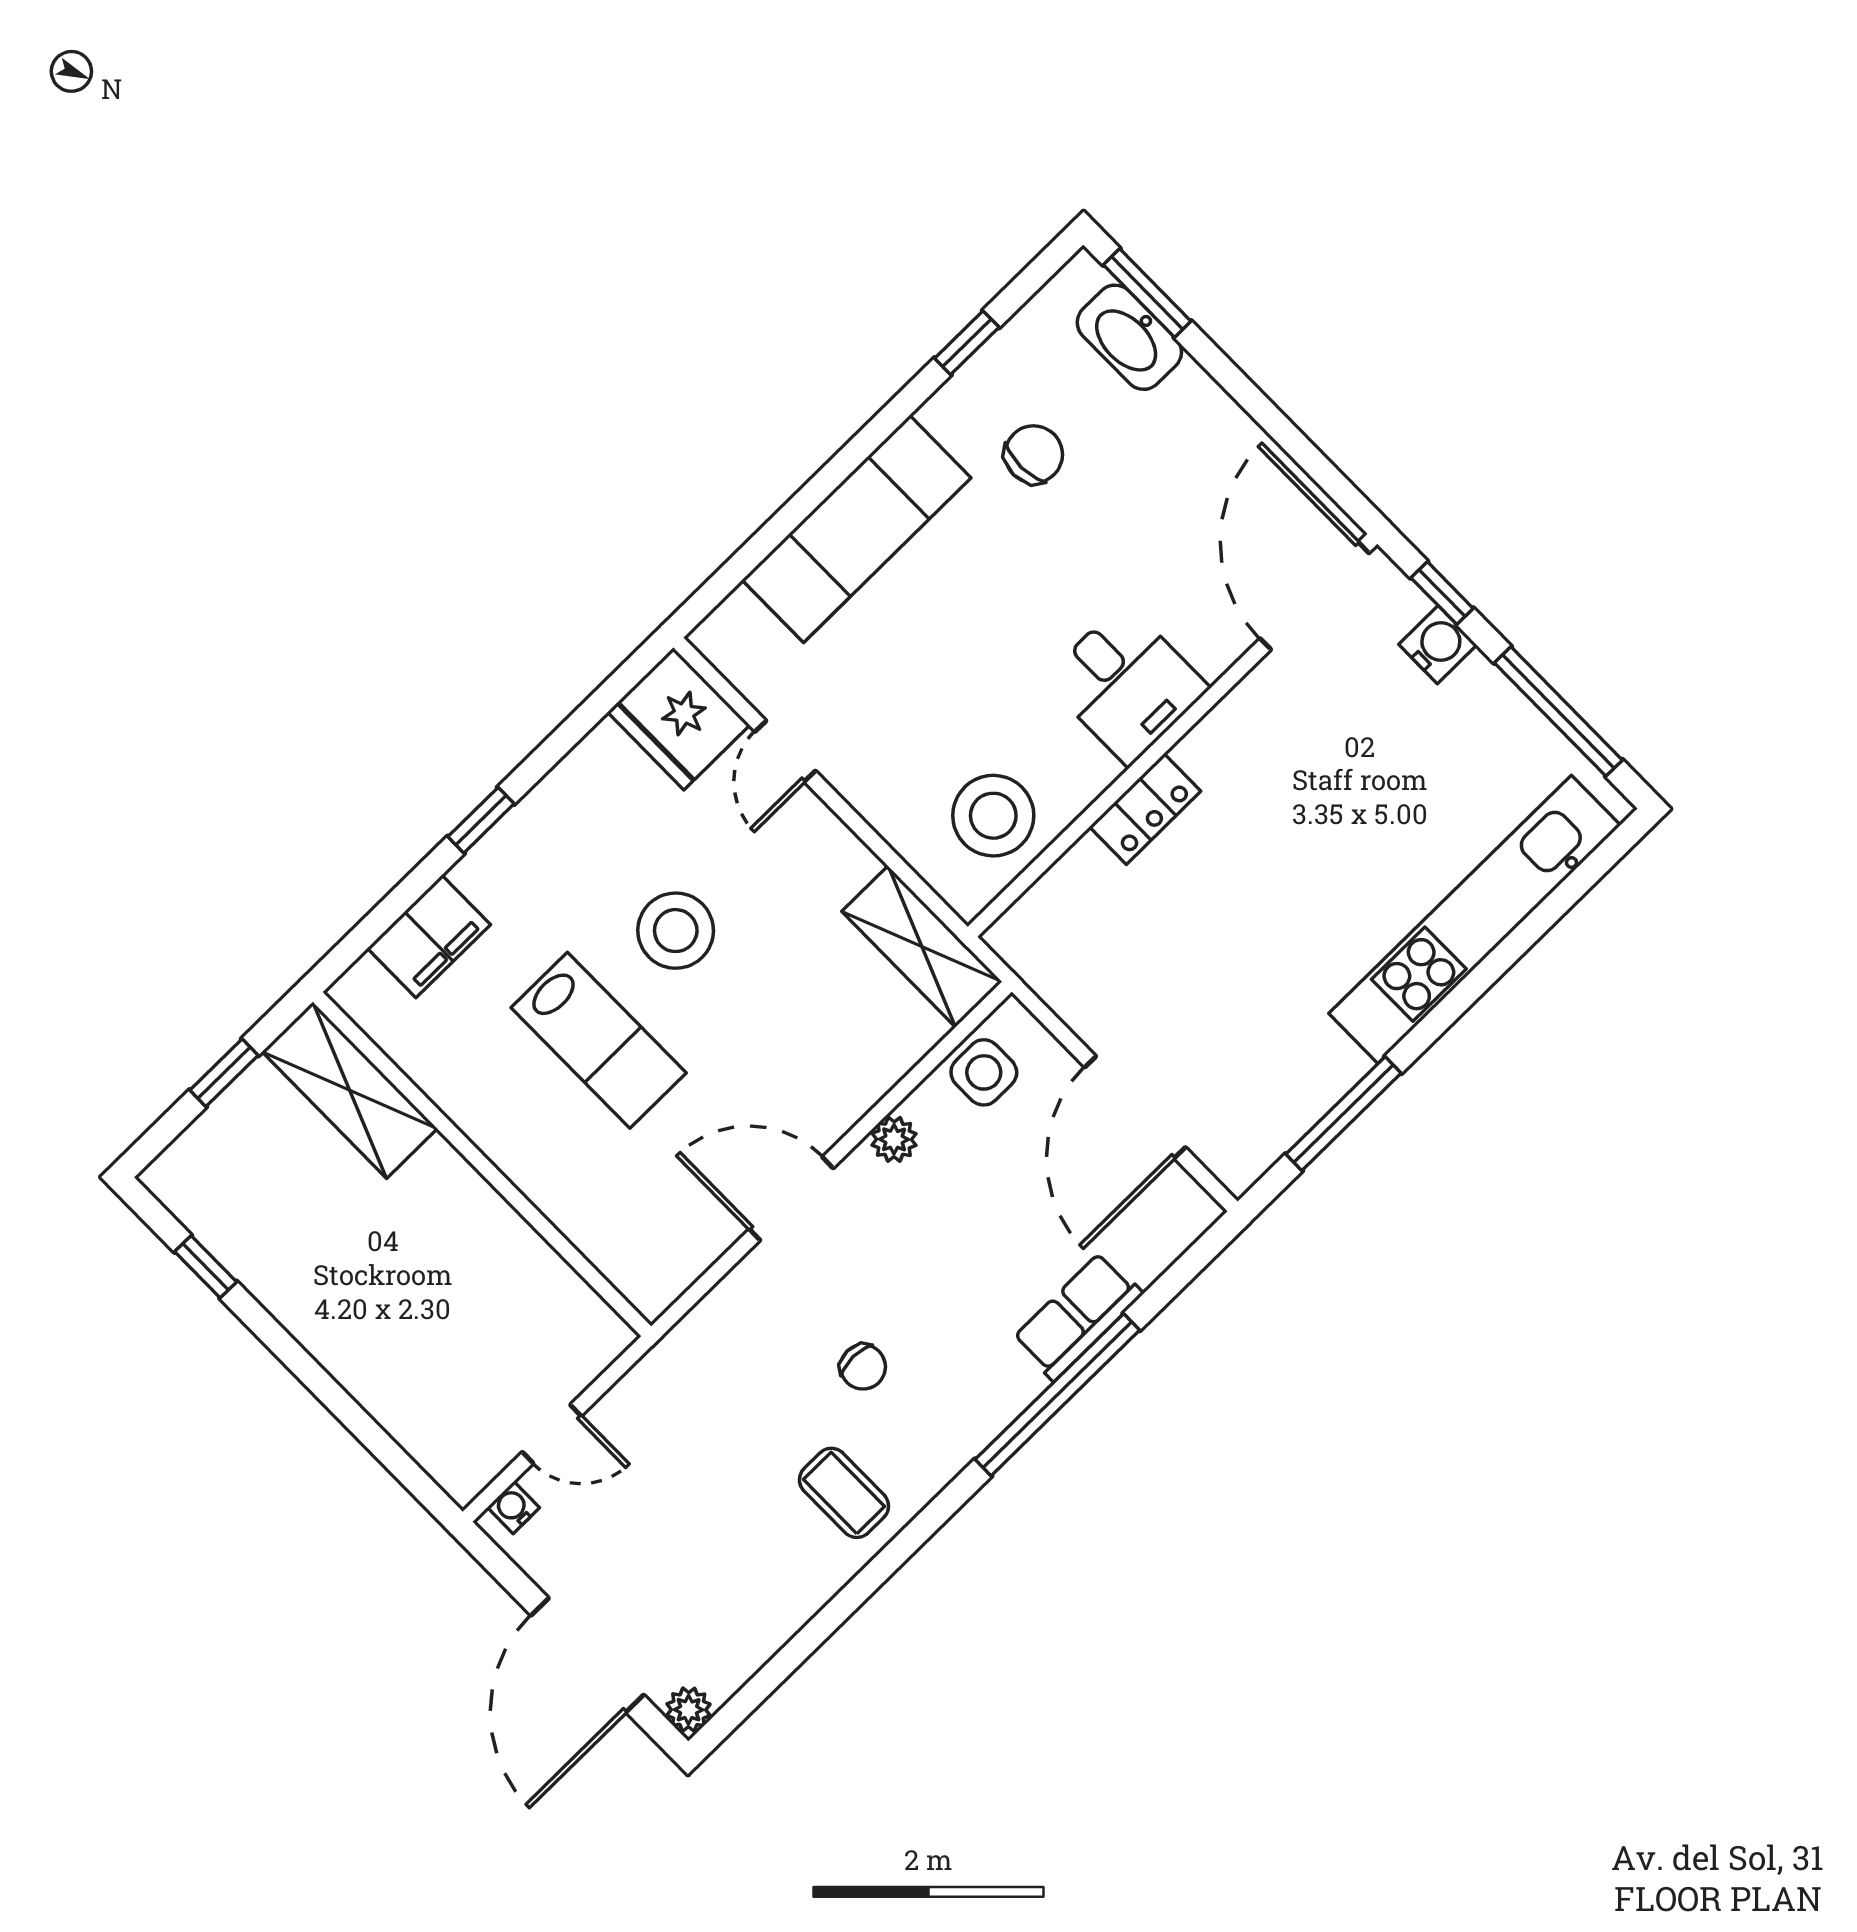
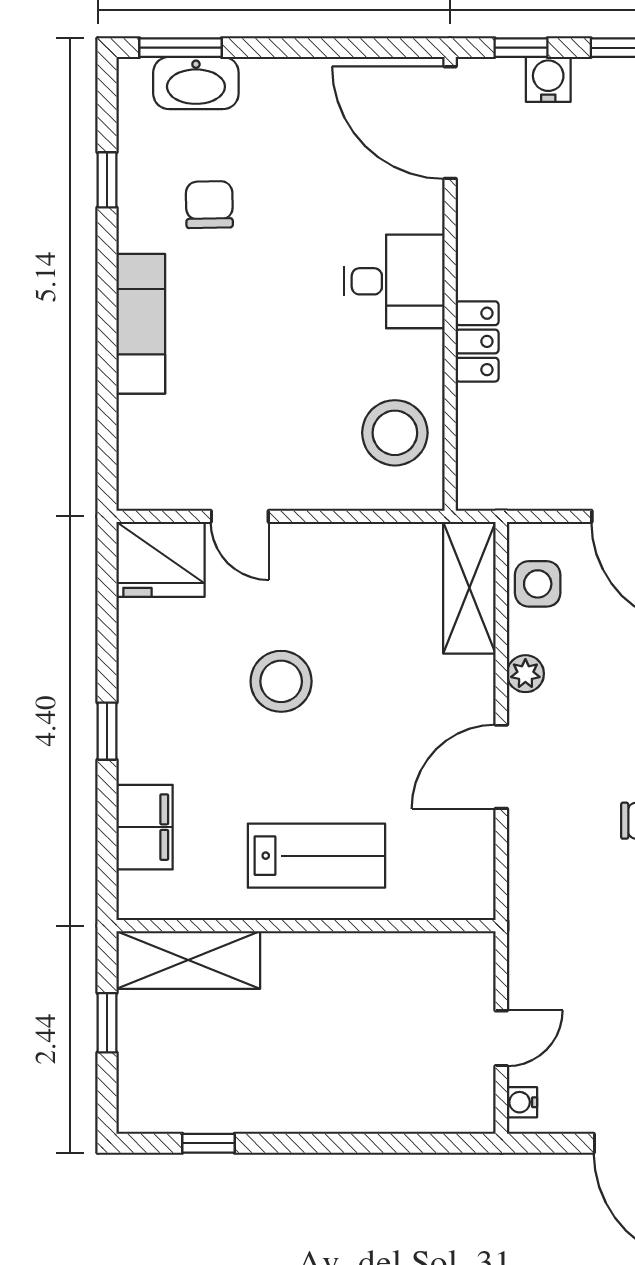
exam couch: (857, 529) -> (141, 324), width x0.73, depth x0.69
shelving: (922, 947) -> (469, 588), moved, turned 90
lab bench: (599, 1040) -> (316, 856), moved

